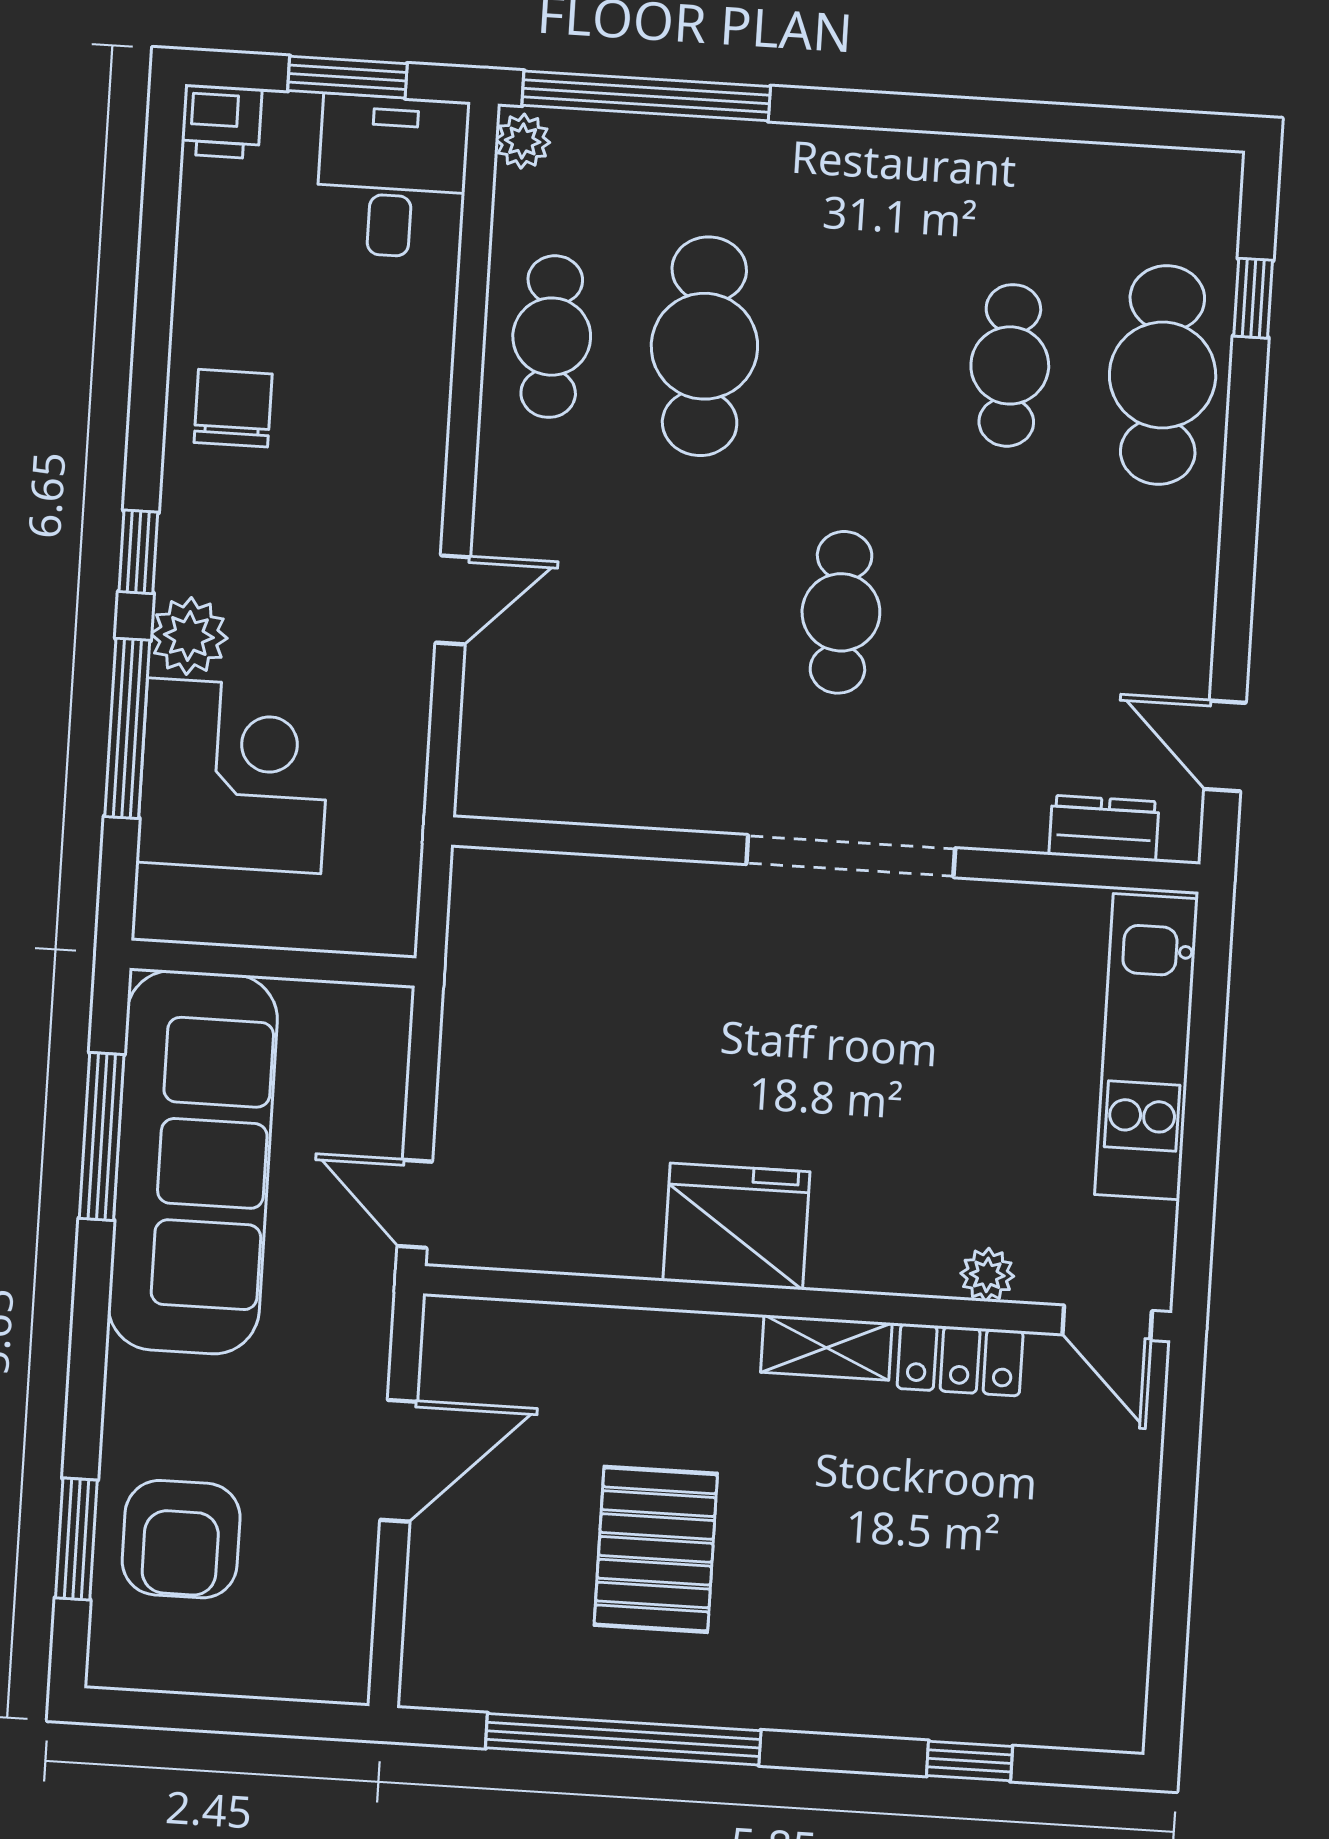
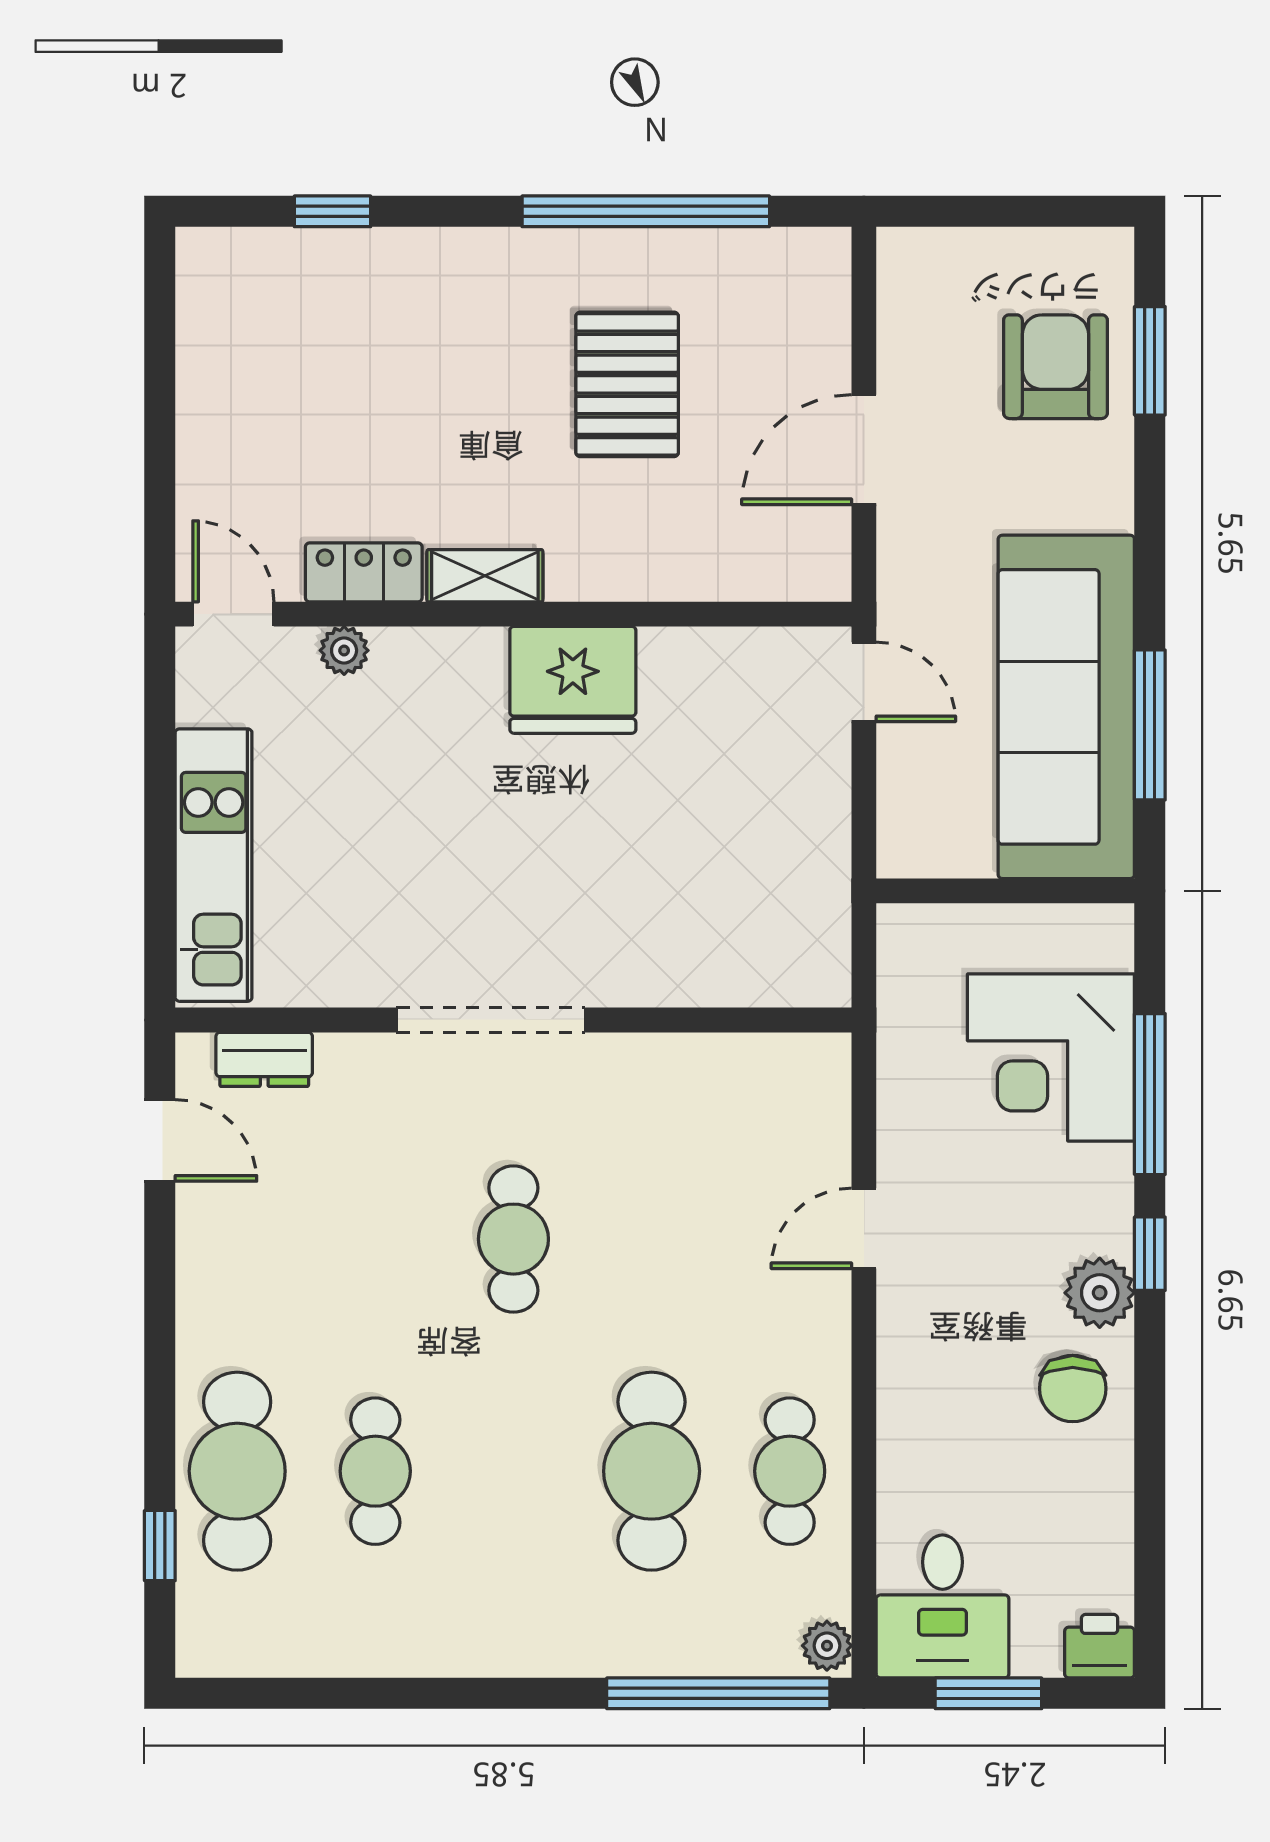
plant: (189, 636) -> (1100, 1293), moved

